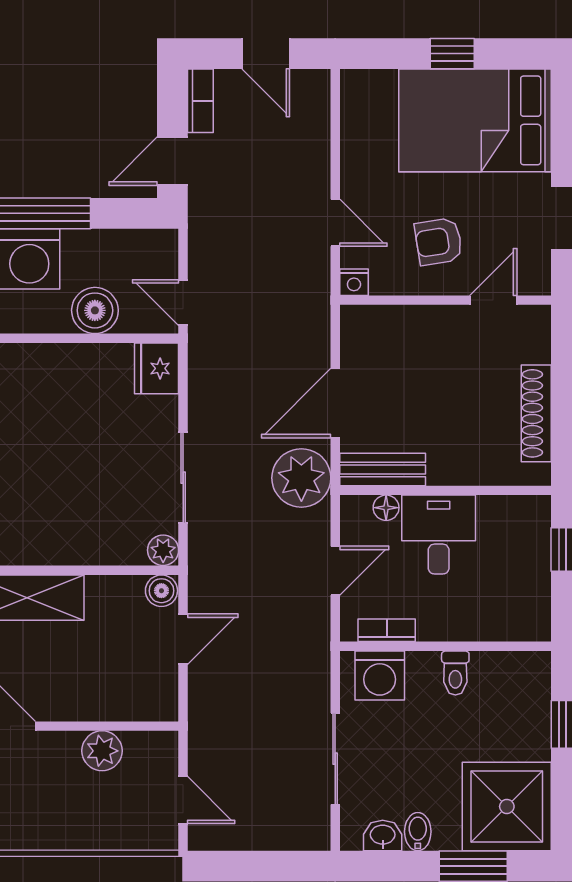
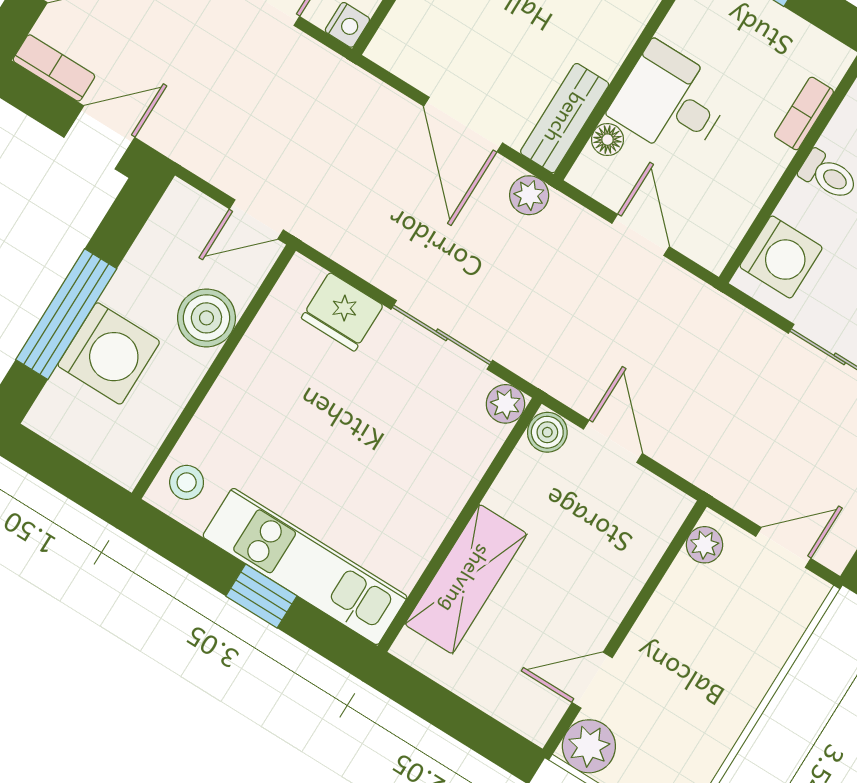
door: (172, 161) -> (99, 137), swing flipped
fridge: (157, 368) -> (342, 312), moved
plant: (301, 478) -> (529, 195), width x0.53, depth x0.53
bookcase: (387, 630) -> (804, 113), moved
plant: (102, 751) -> (704, 545), moved, width x0.73, depth x0.73

